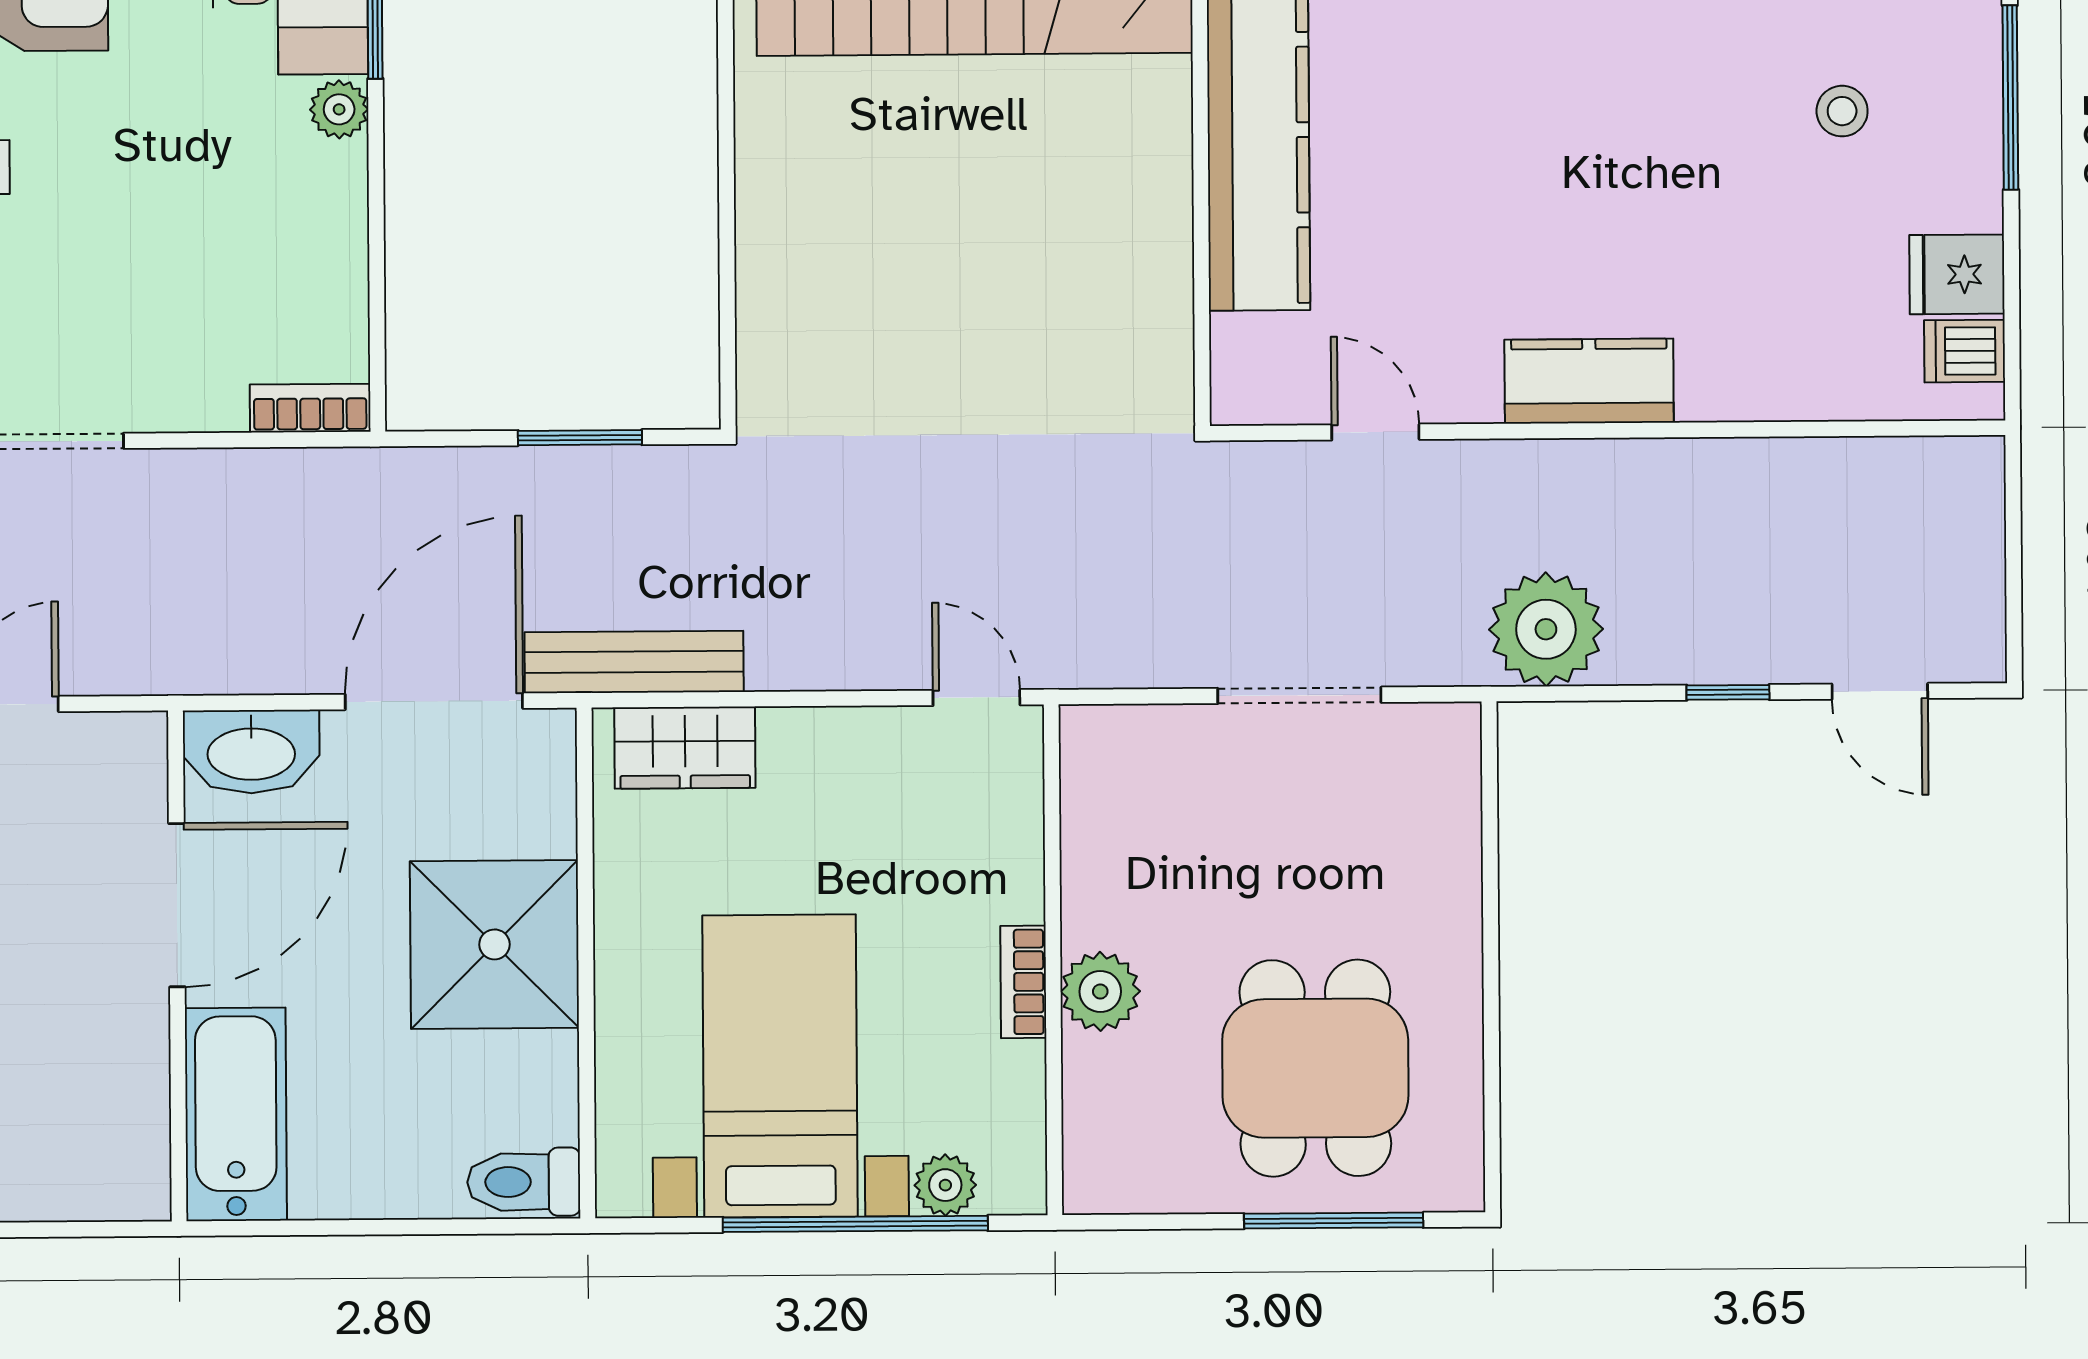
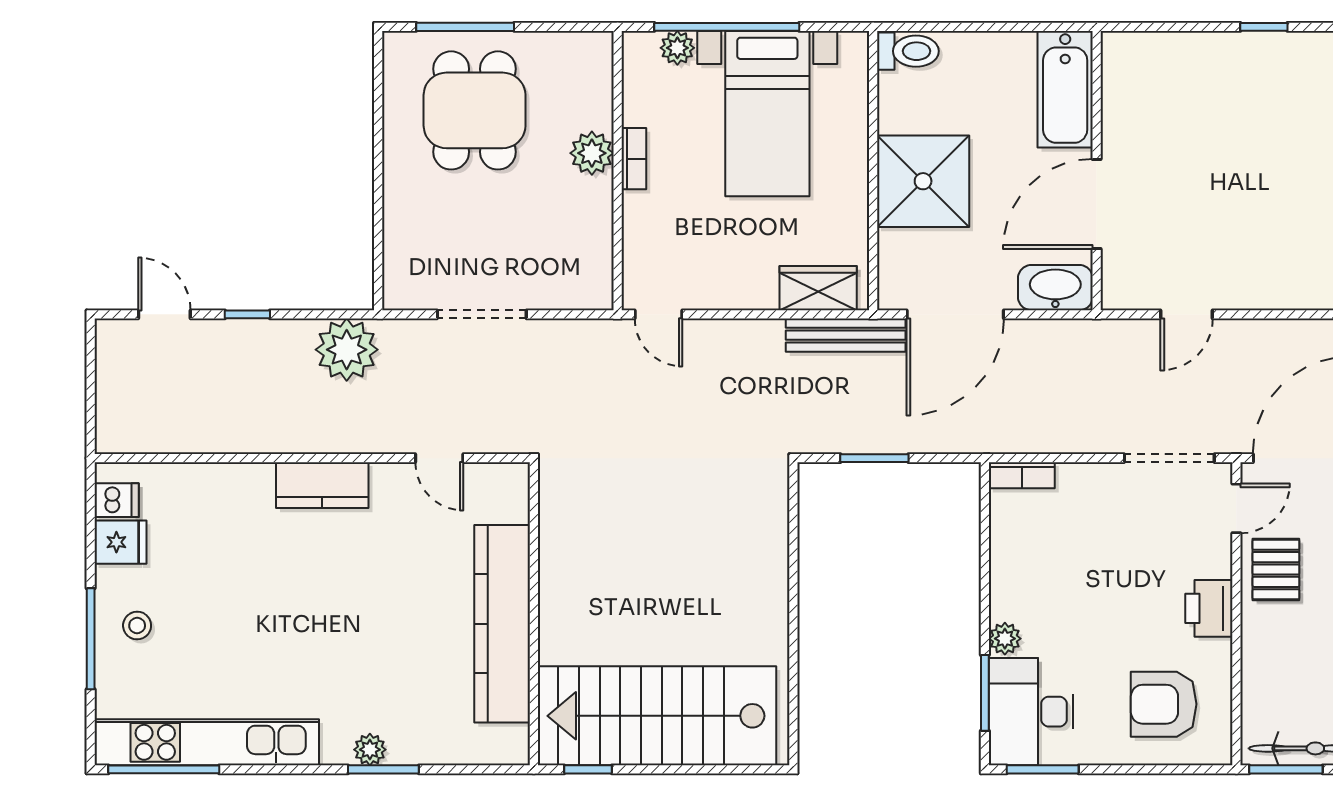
stool: (1842, 111) -> (137, 626), moved

